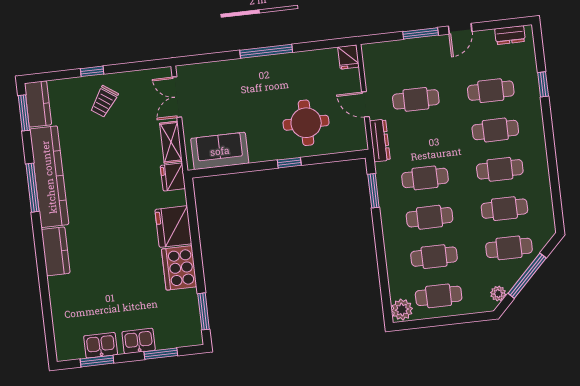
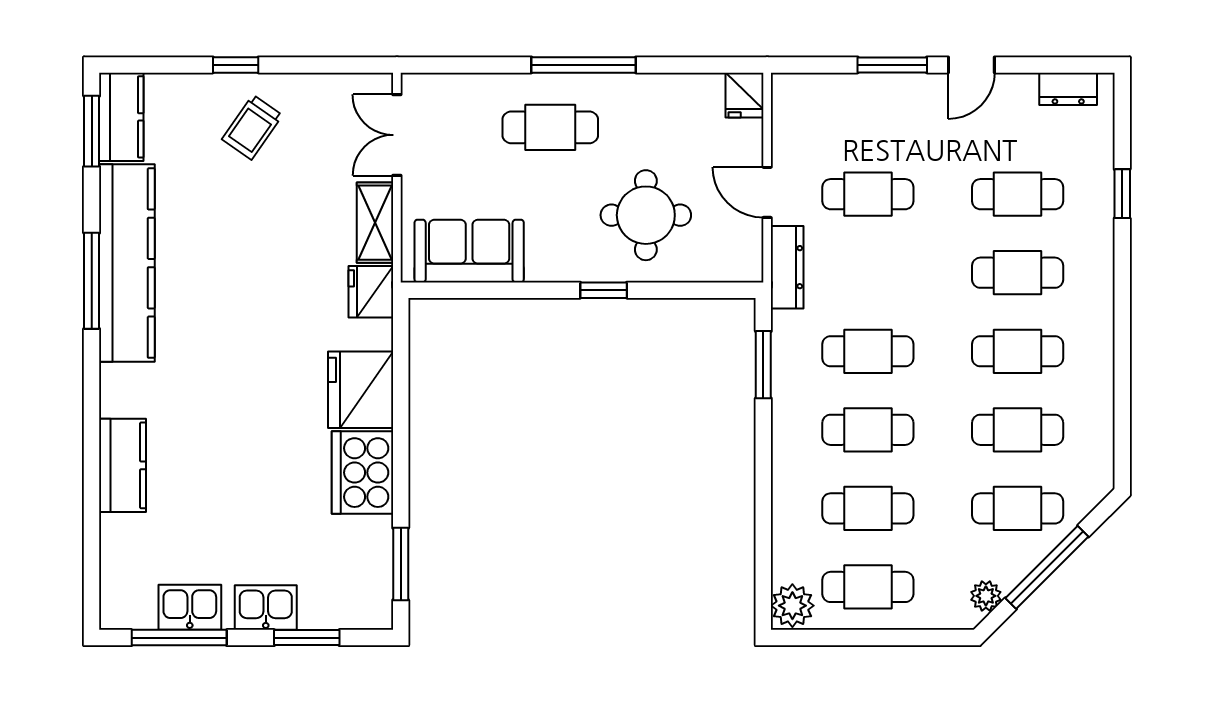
cafe table: (253, 84) -> (550, 127), added
kitchen counter: (56, 251) -> (122, 465), moved
window: (97, 361) -> (179, 638), width x1.44

